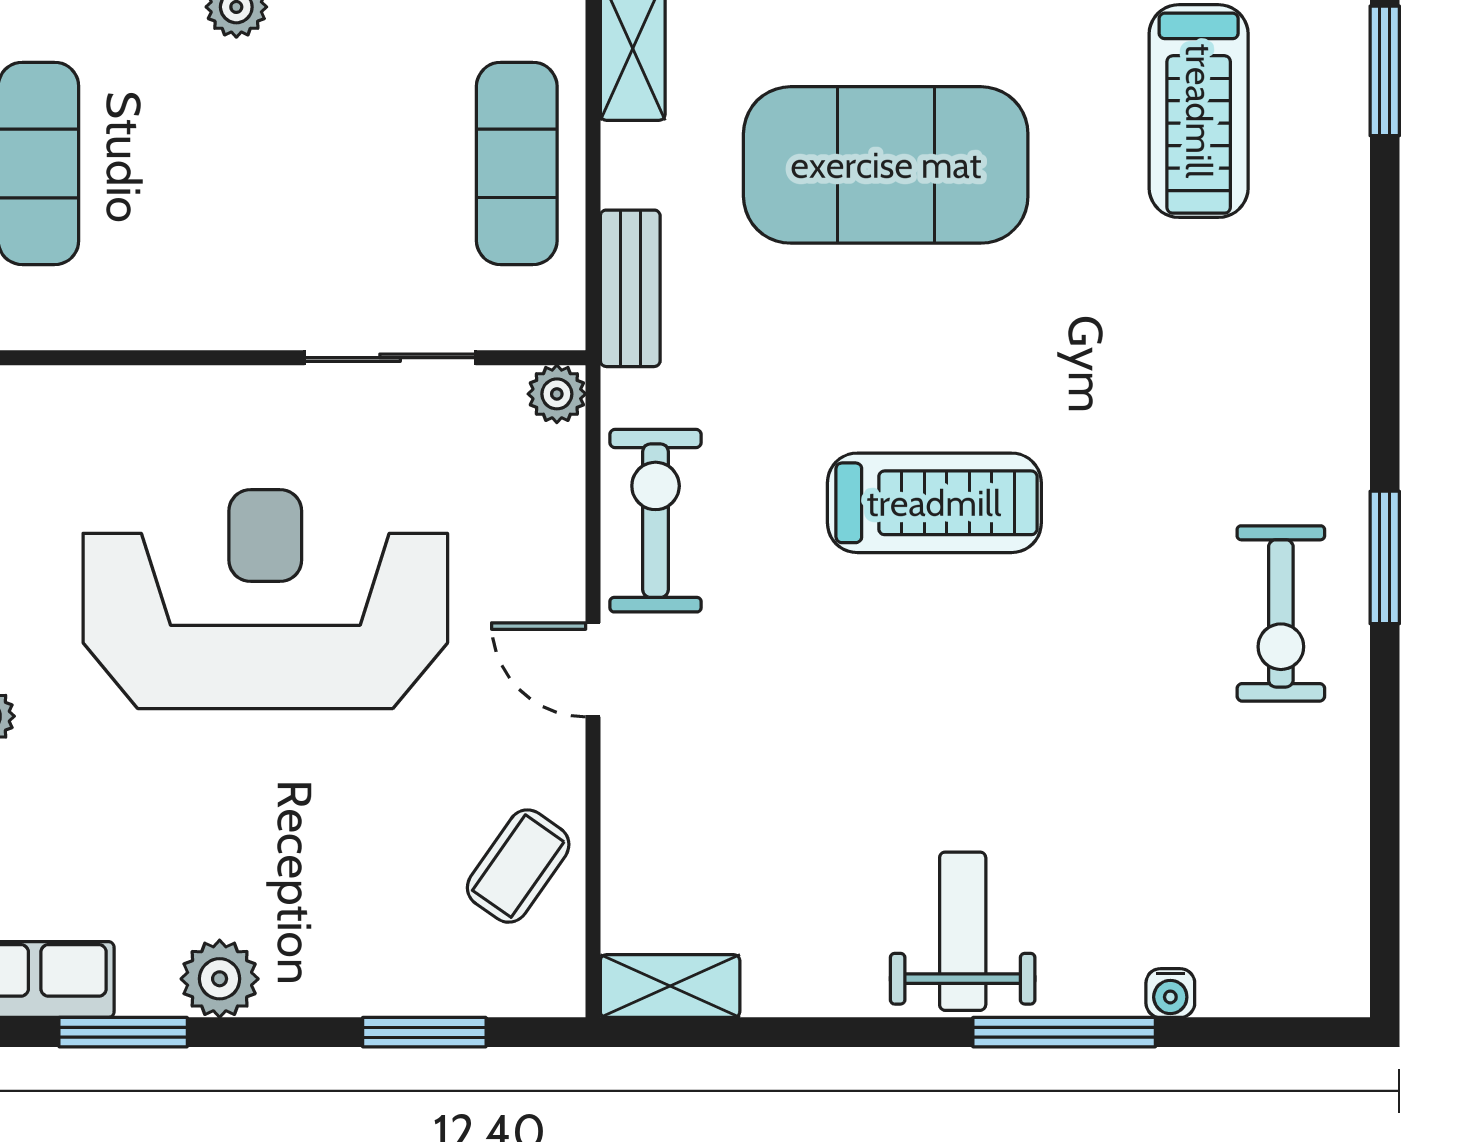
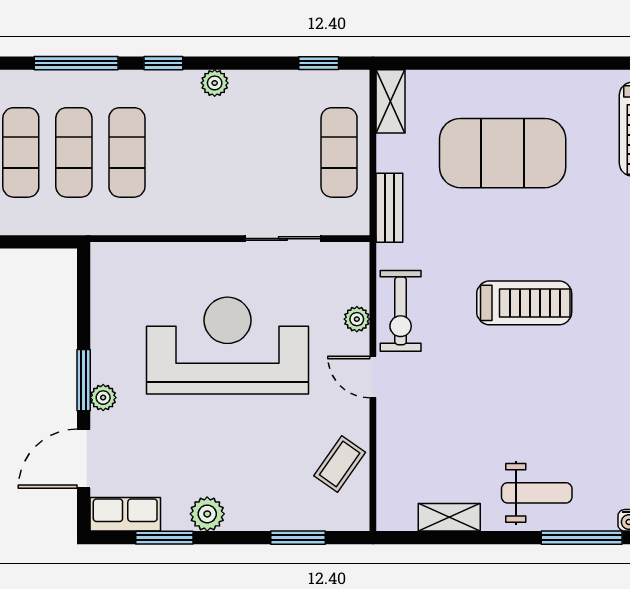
plant: (557, 394) -> (357, 319), moved
exercise bike: (656, 521) -> (401, 311), turned 180
weight bench: (963, 931) -> (537, 493), turned 90
shelving: (670, 986) -> (449, 517), moved

